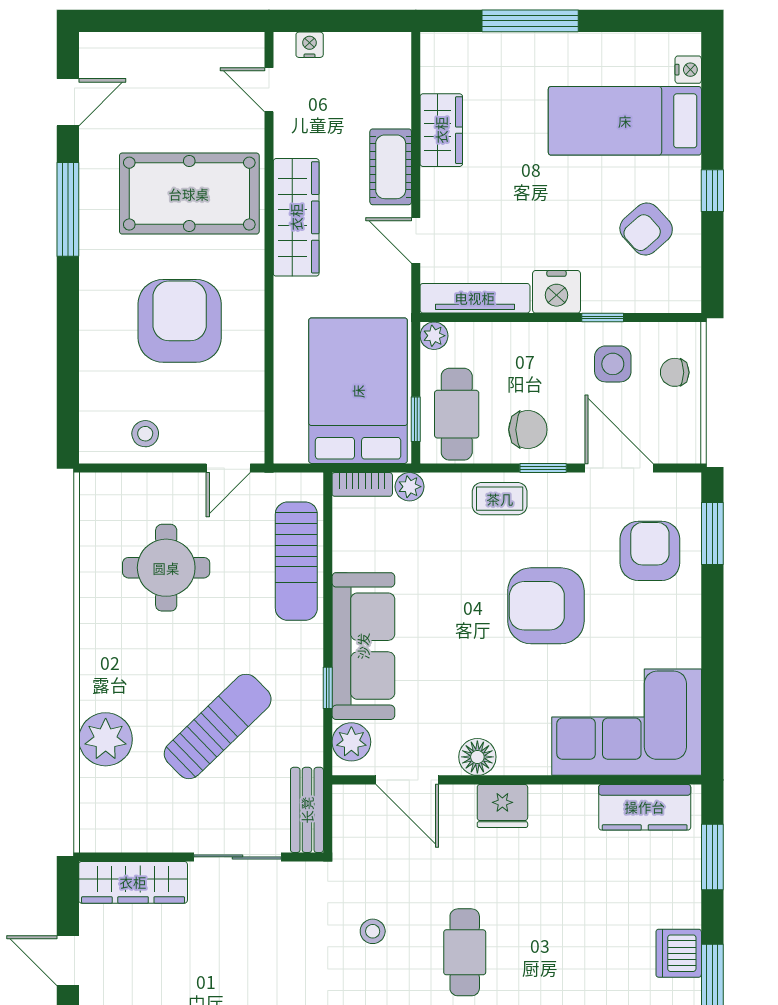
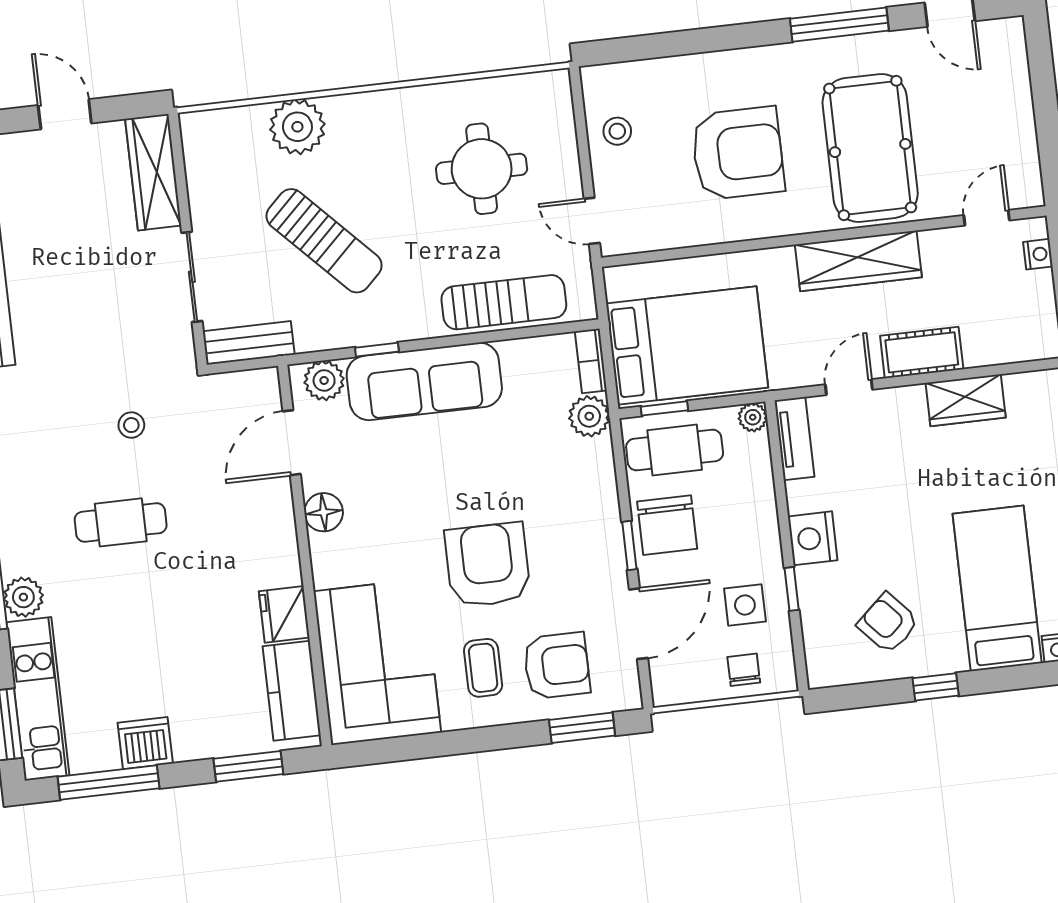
tv unit: (475, 298) -> (794, 439), width x0.71
chair: (528, 430) -> (667, 525), width x1.37, depth x1.37
plant: (410, 487) -> (589, 416), width x1.38, depth x1.38
coffee table: (500, 499) -> (483, 668), moved
sun lounger: (296, 561) -> (504, 302), turned 180
fridge: (502, 806) -> (284, 614), moved
door: (68, 961) -> (65, 114), hinge flipped

